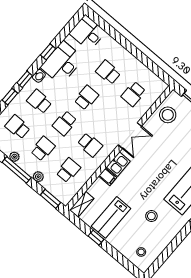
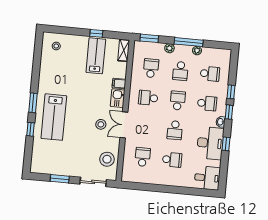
school desk: (68, 170) -> (151, 68), turned 180
stool: (151, 216) -> (101, 124), moved

